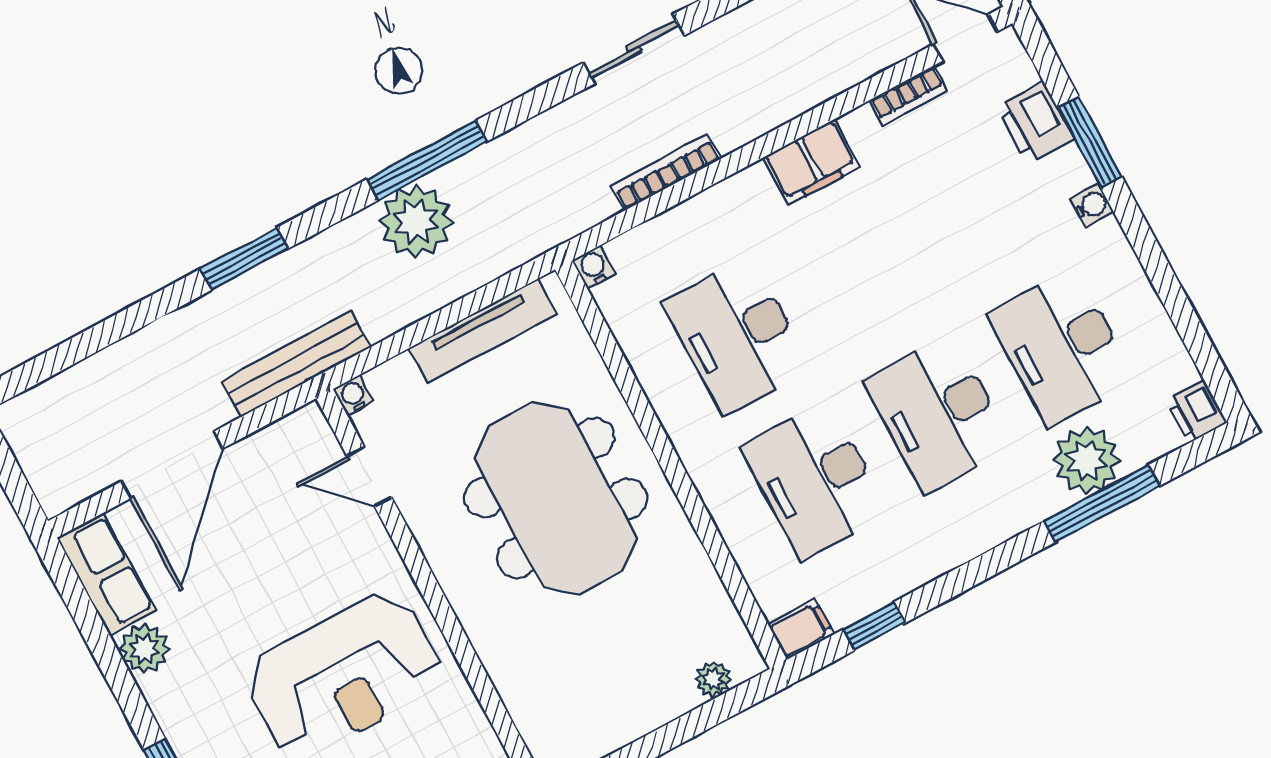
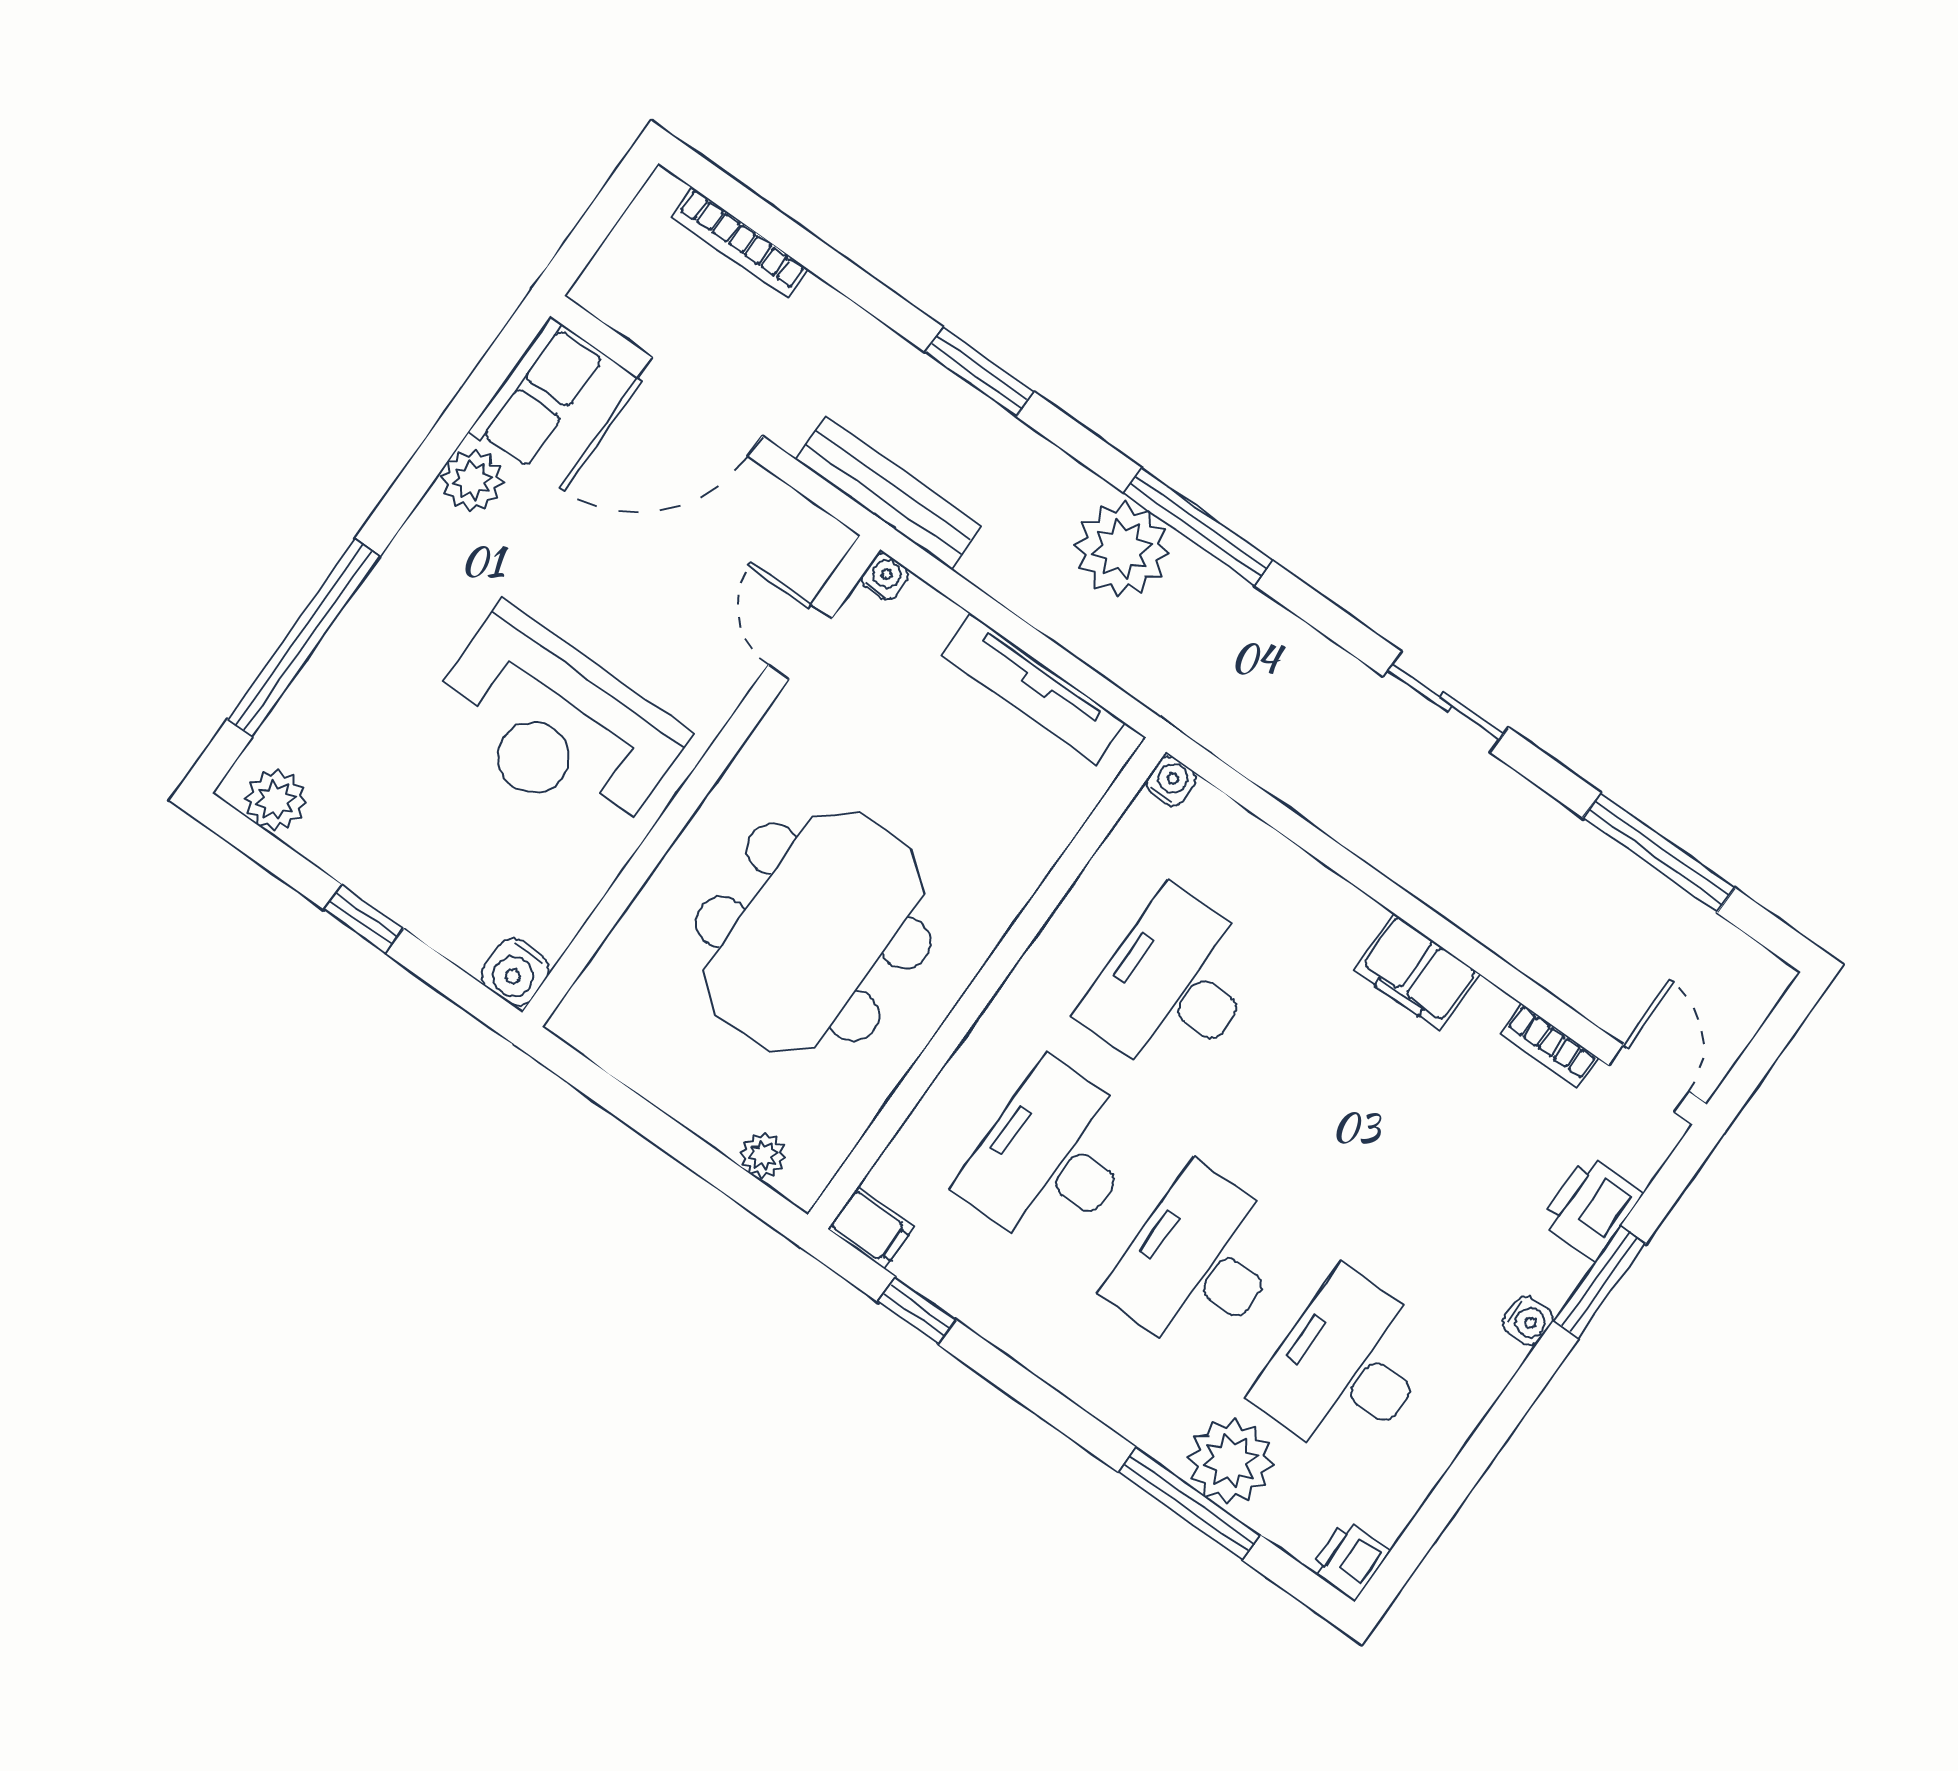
bookcase: (666, 172) -> (740, 243), moved, turned 180
meeting table: (556, 498) -> (813, 932), moved

